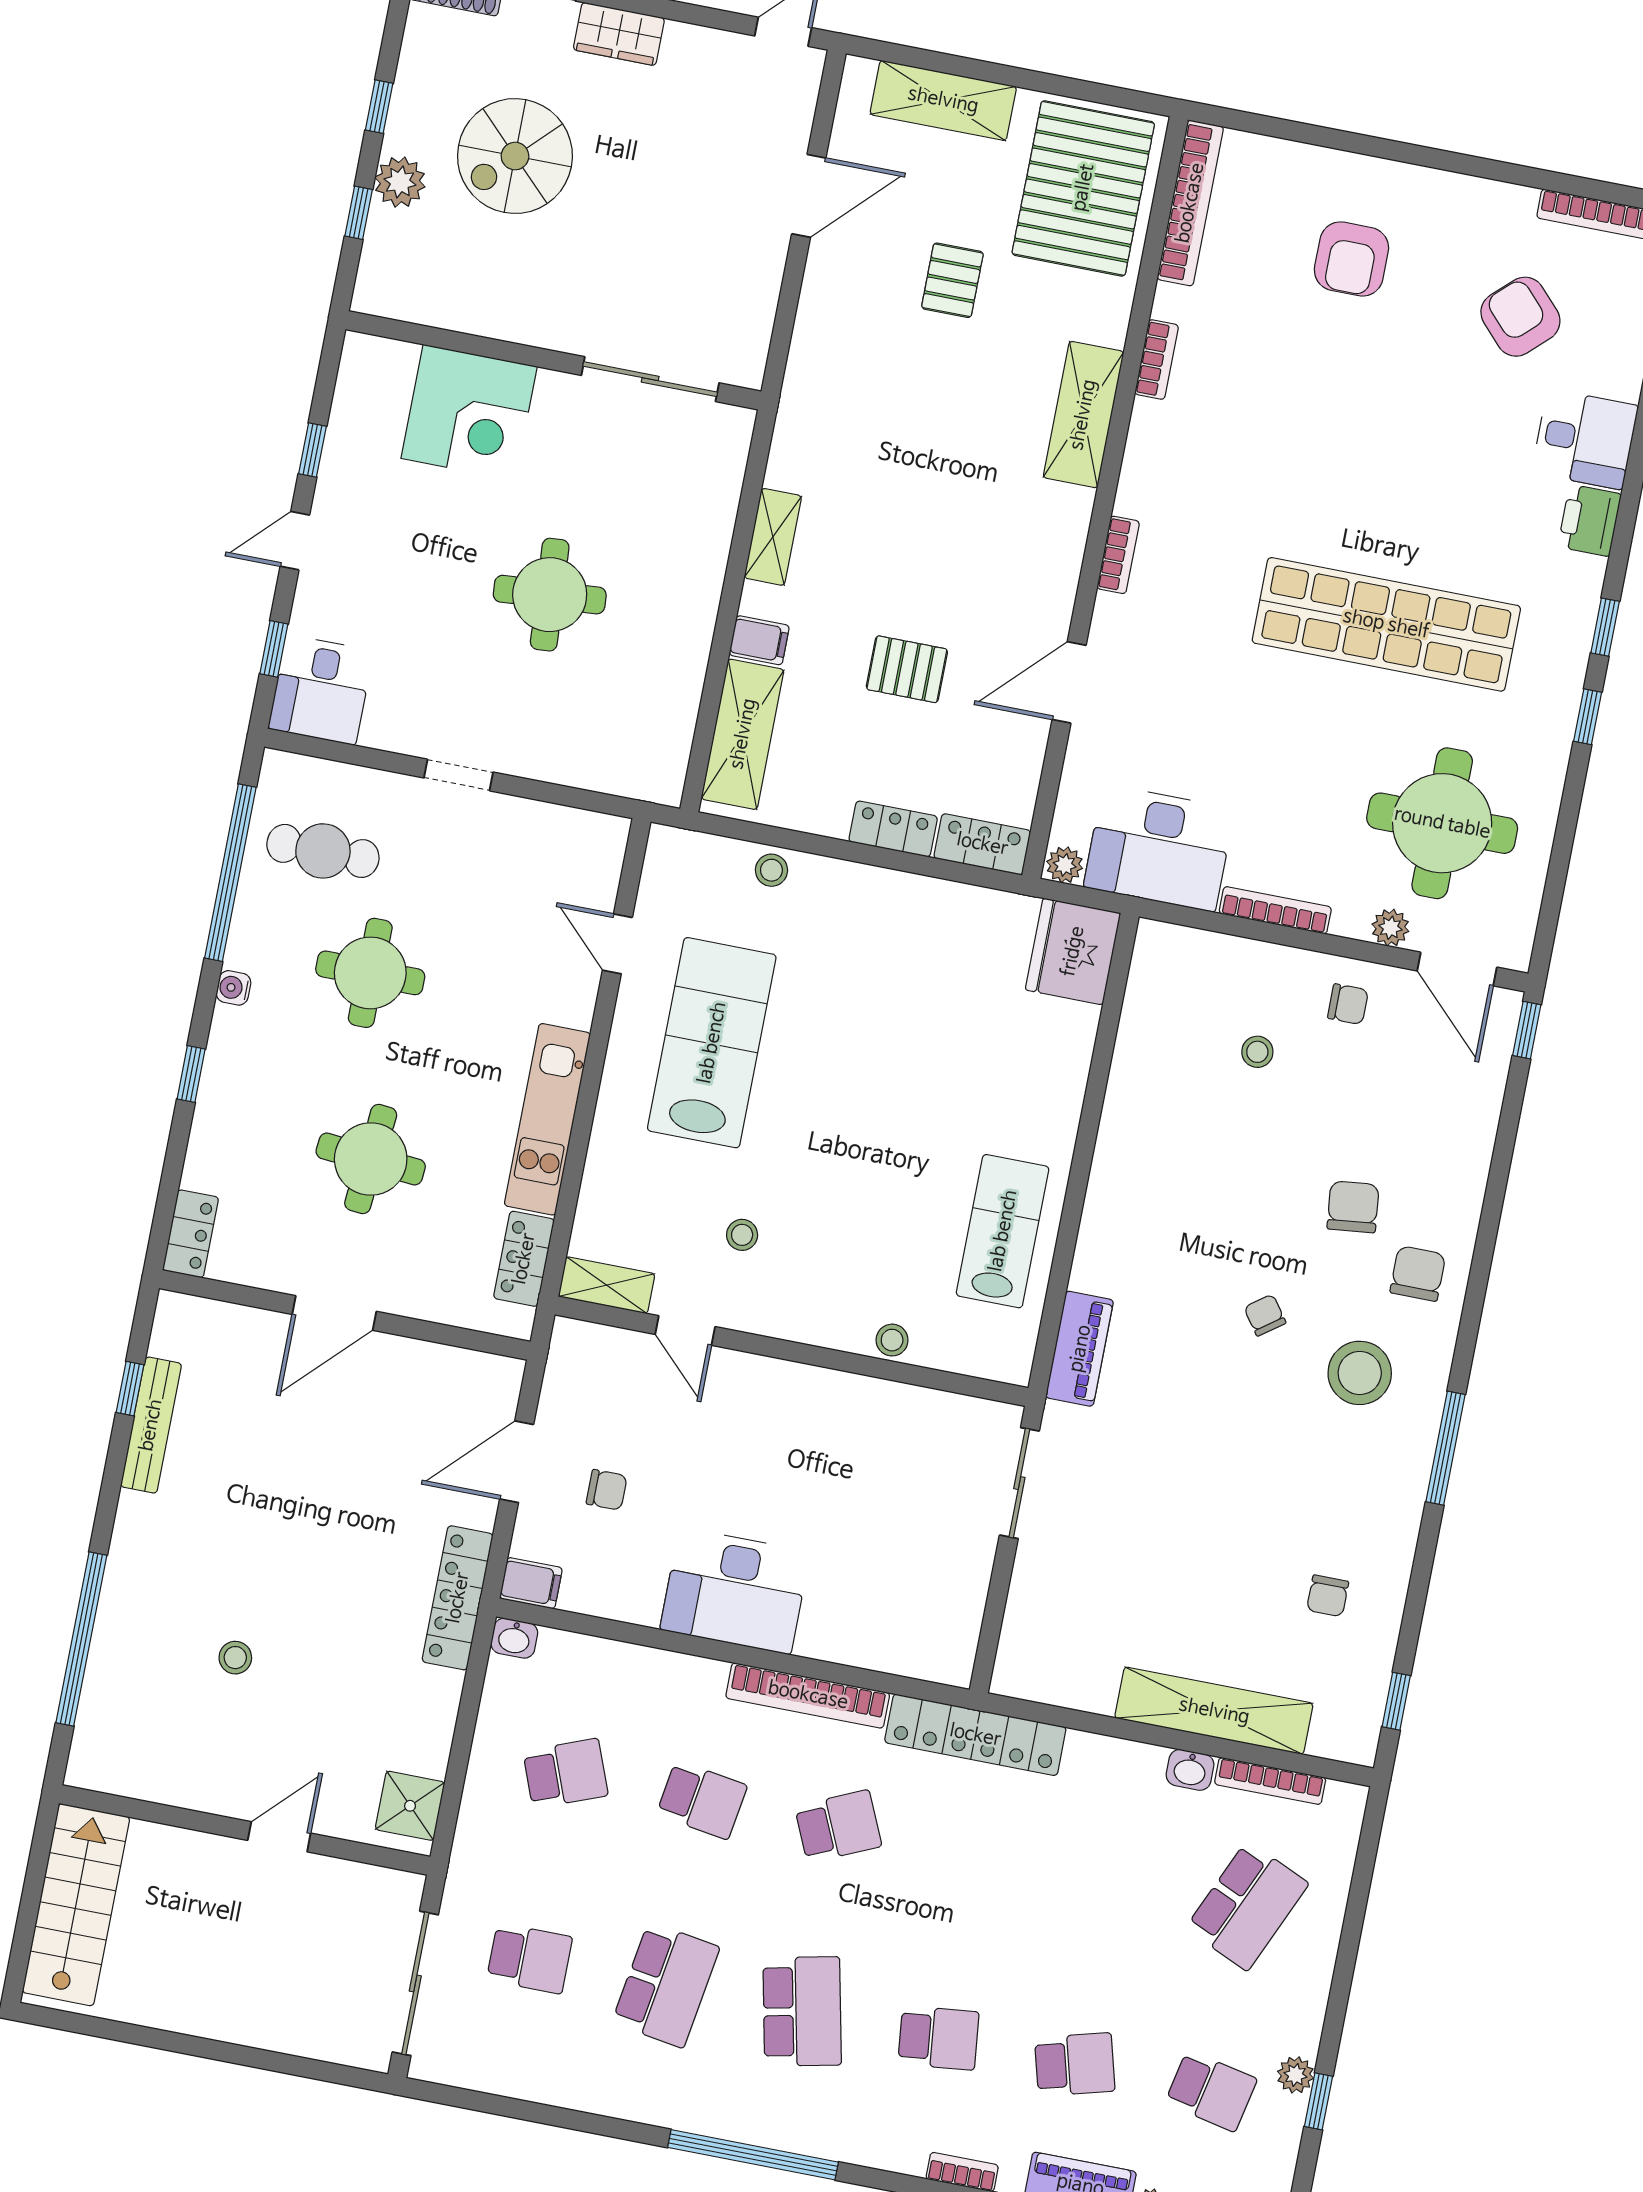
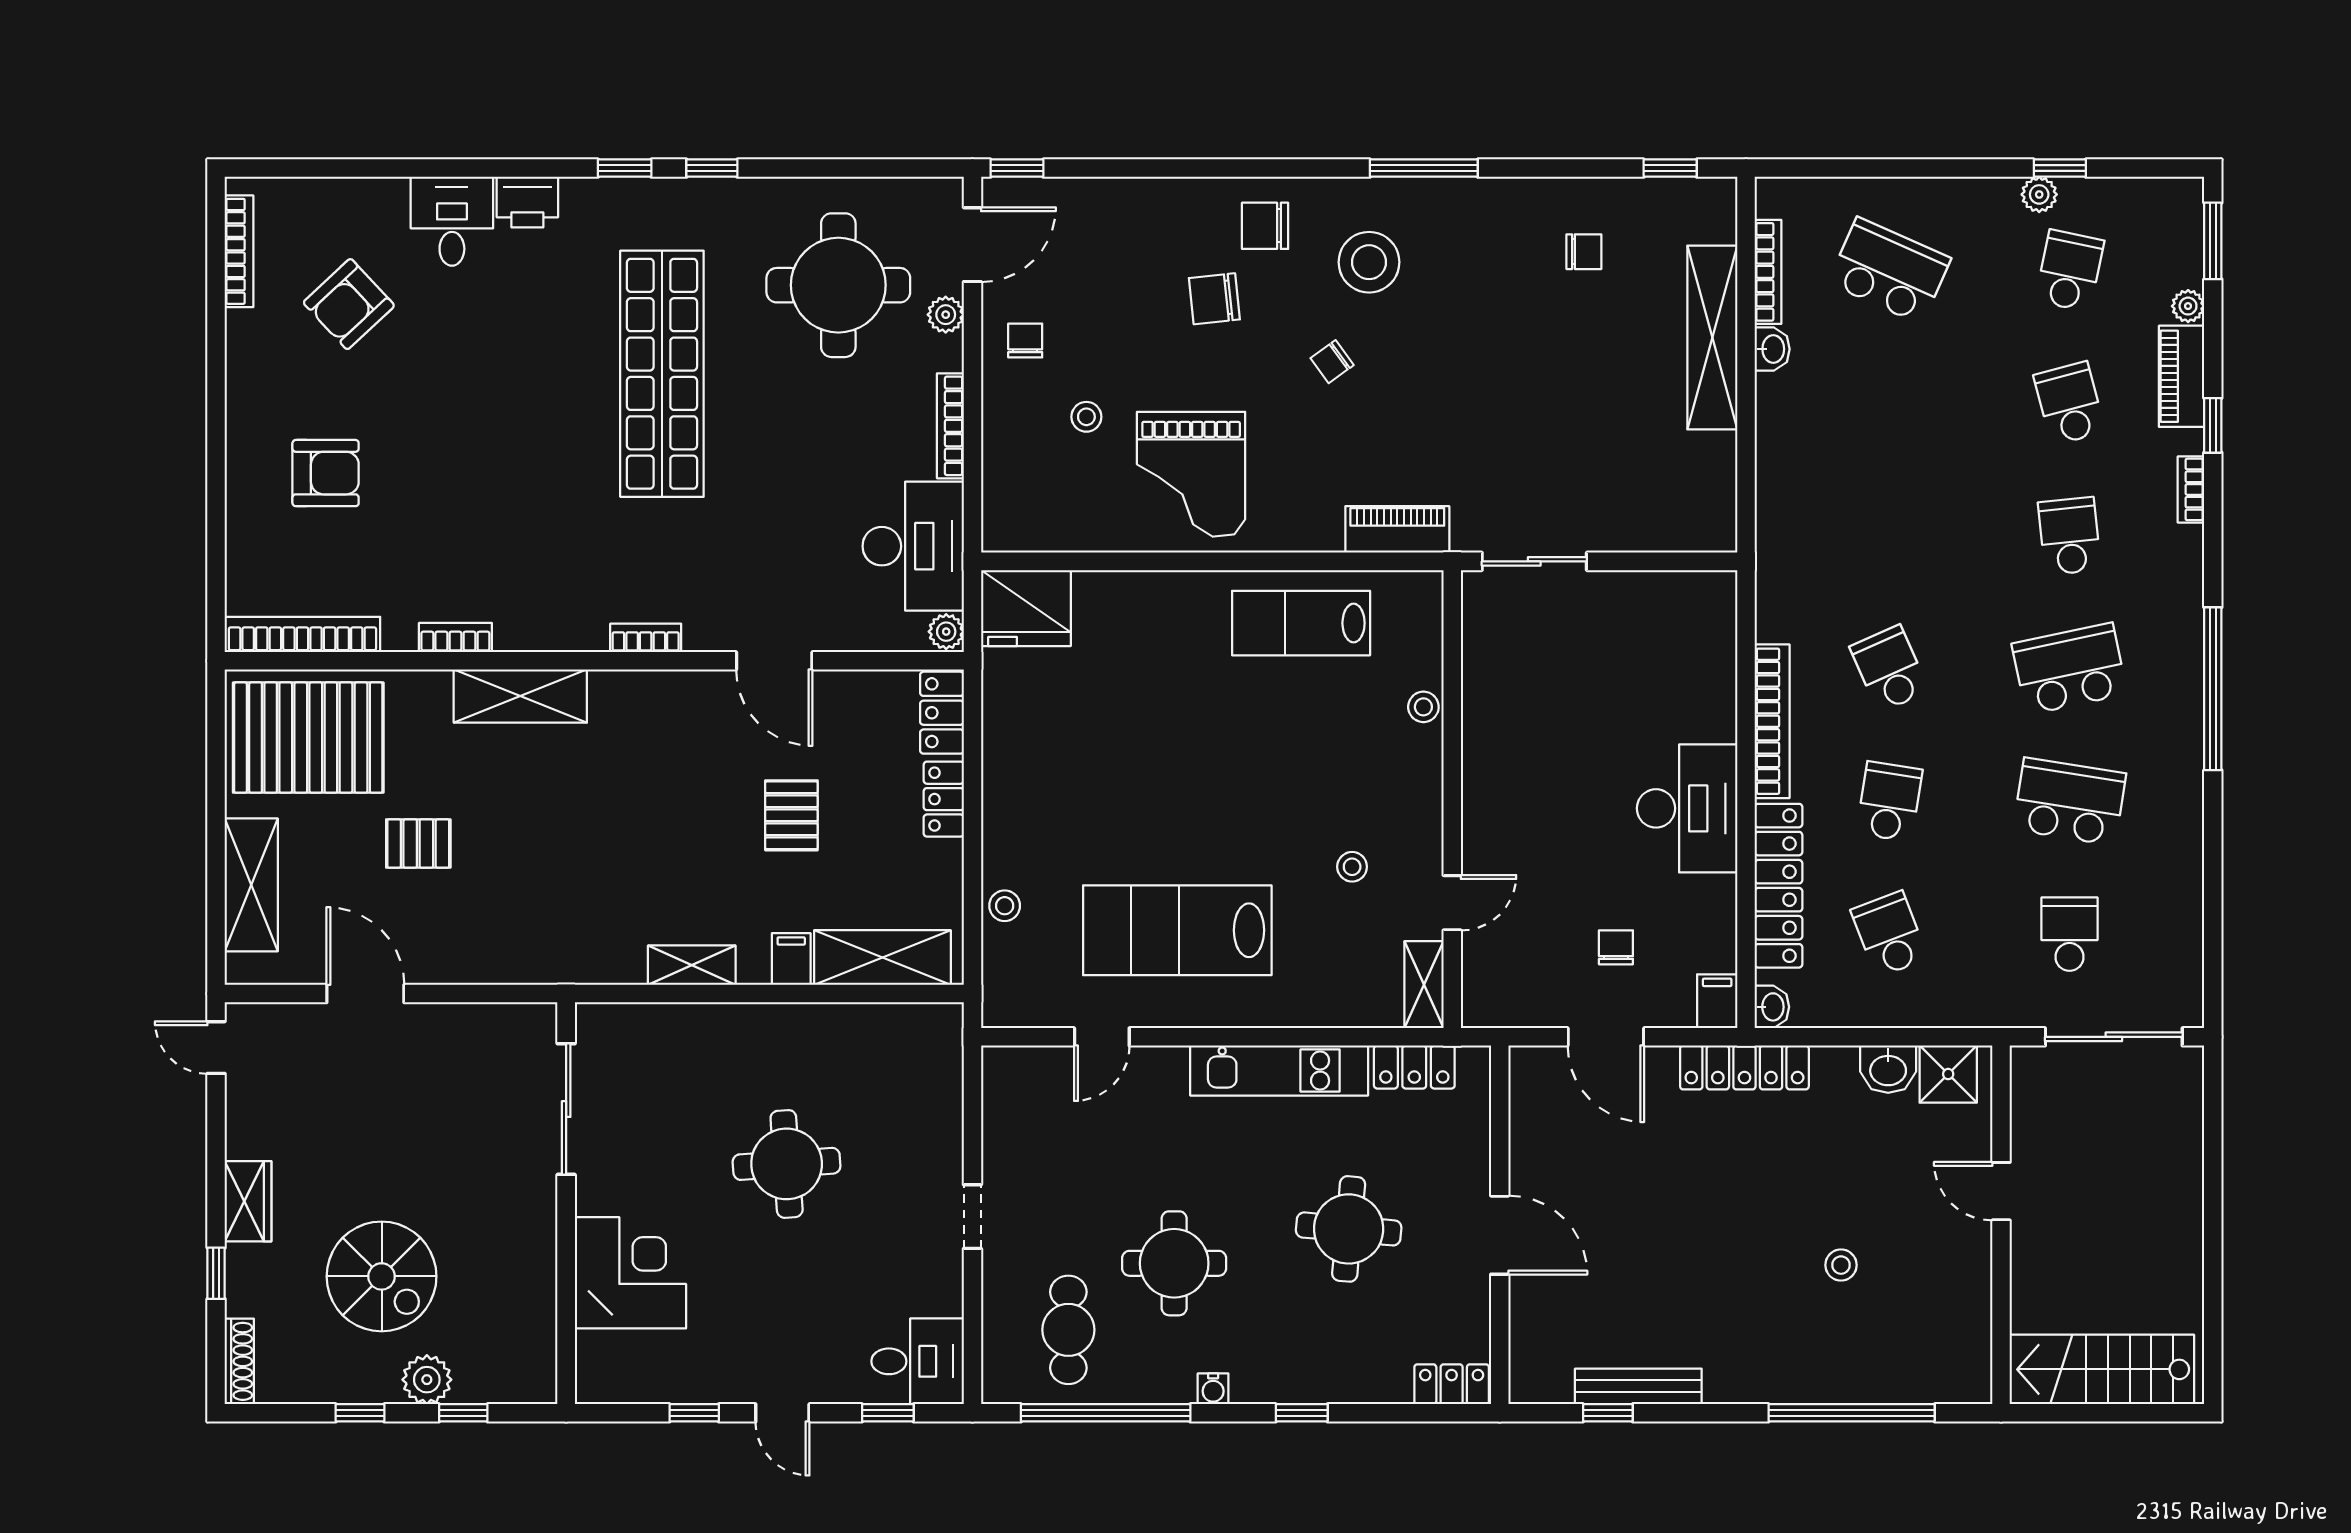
grand piano: (1177, 1148) -> (1191, 474), added
locker: (975, 1735) -> (1779, 886), moved
washbasin: (427, 1745) -> (1888, 1069), added

